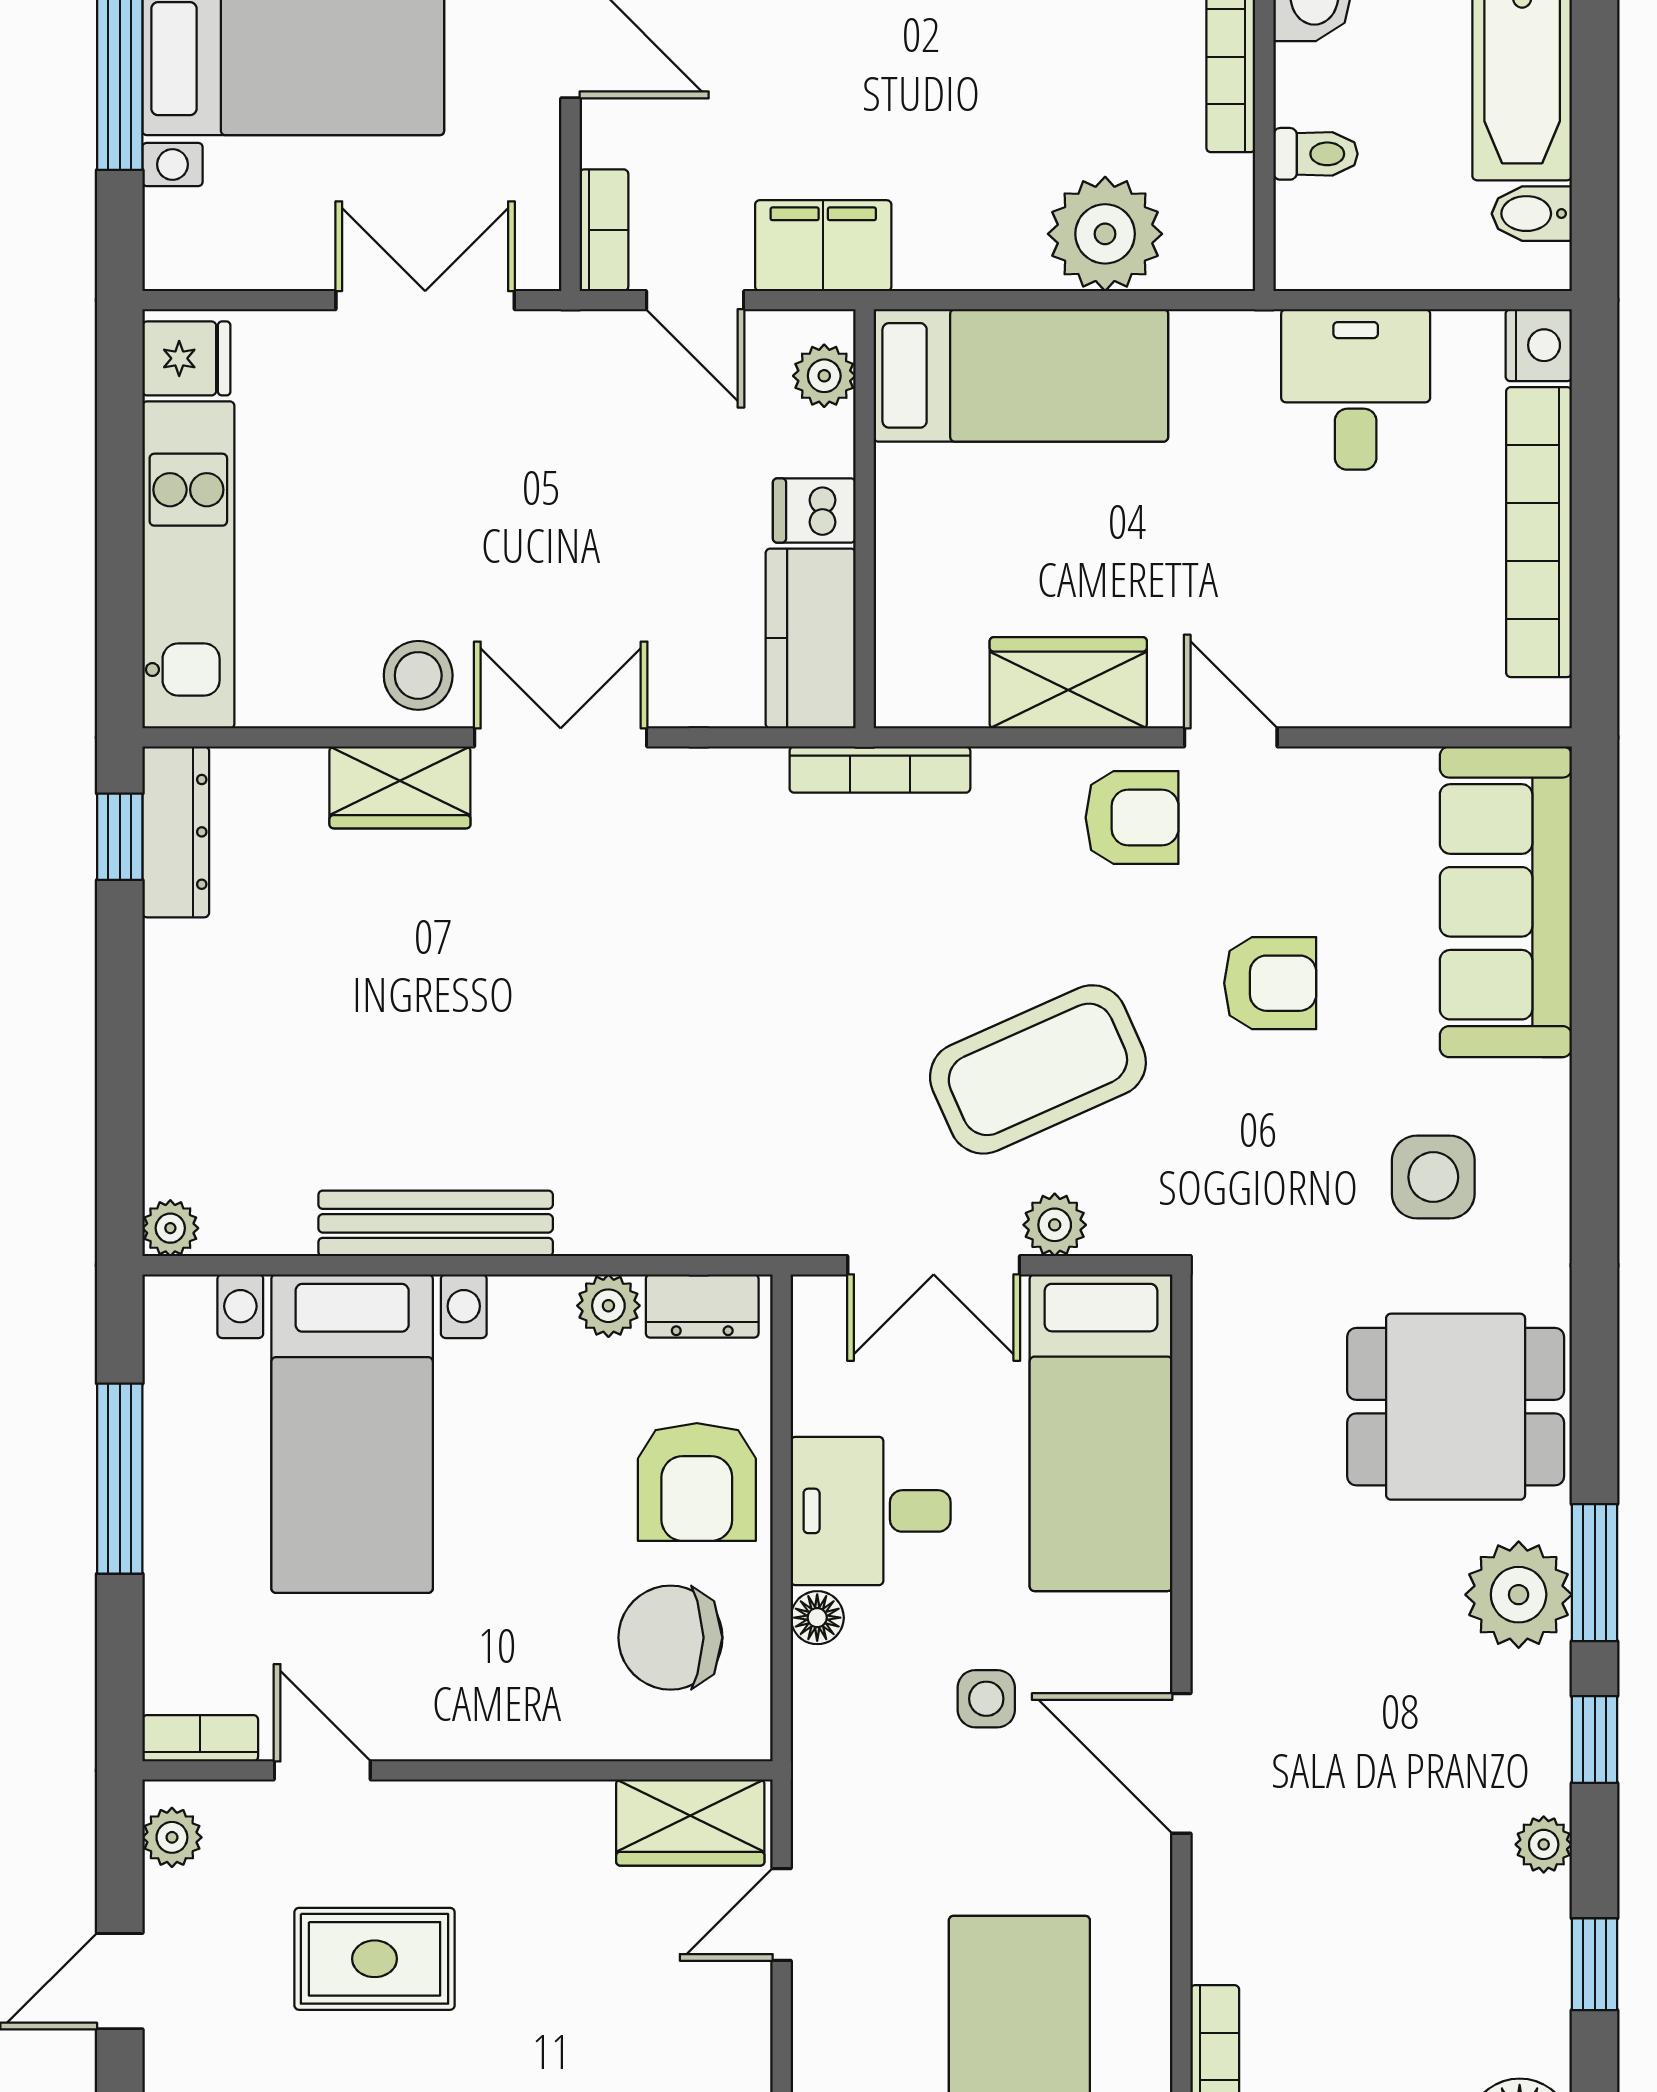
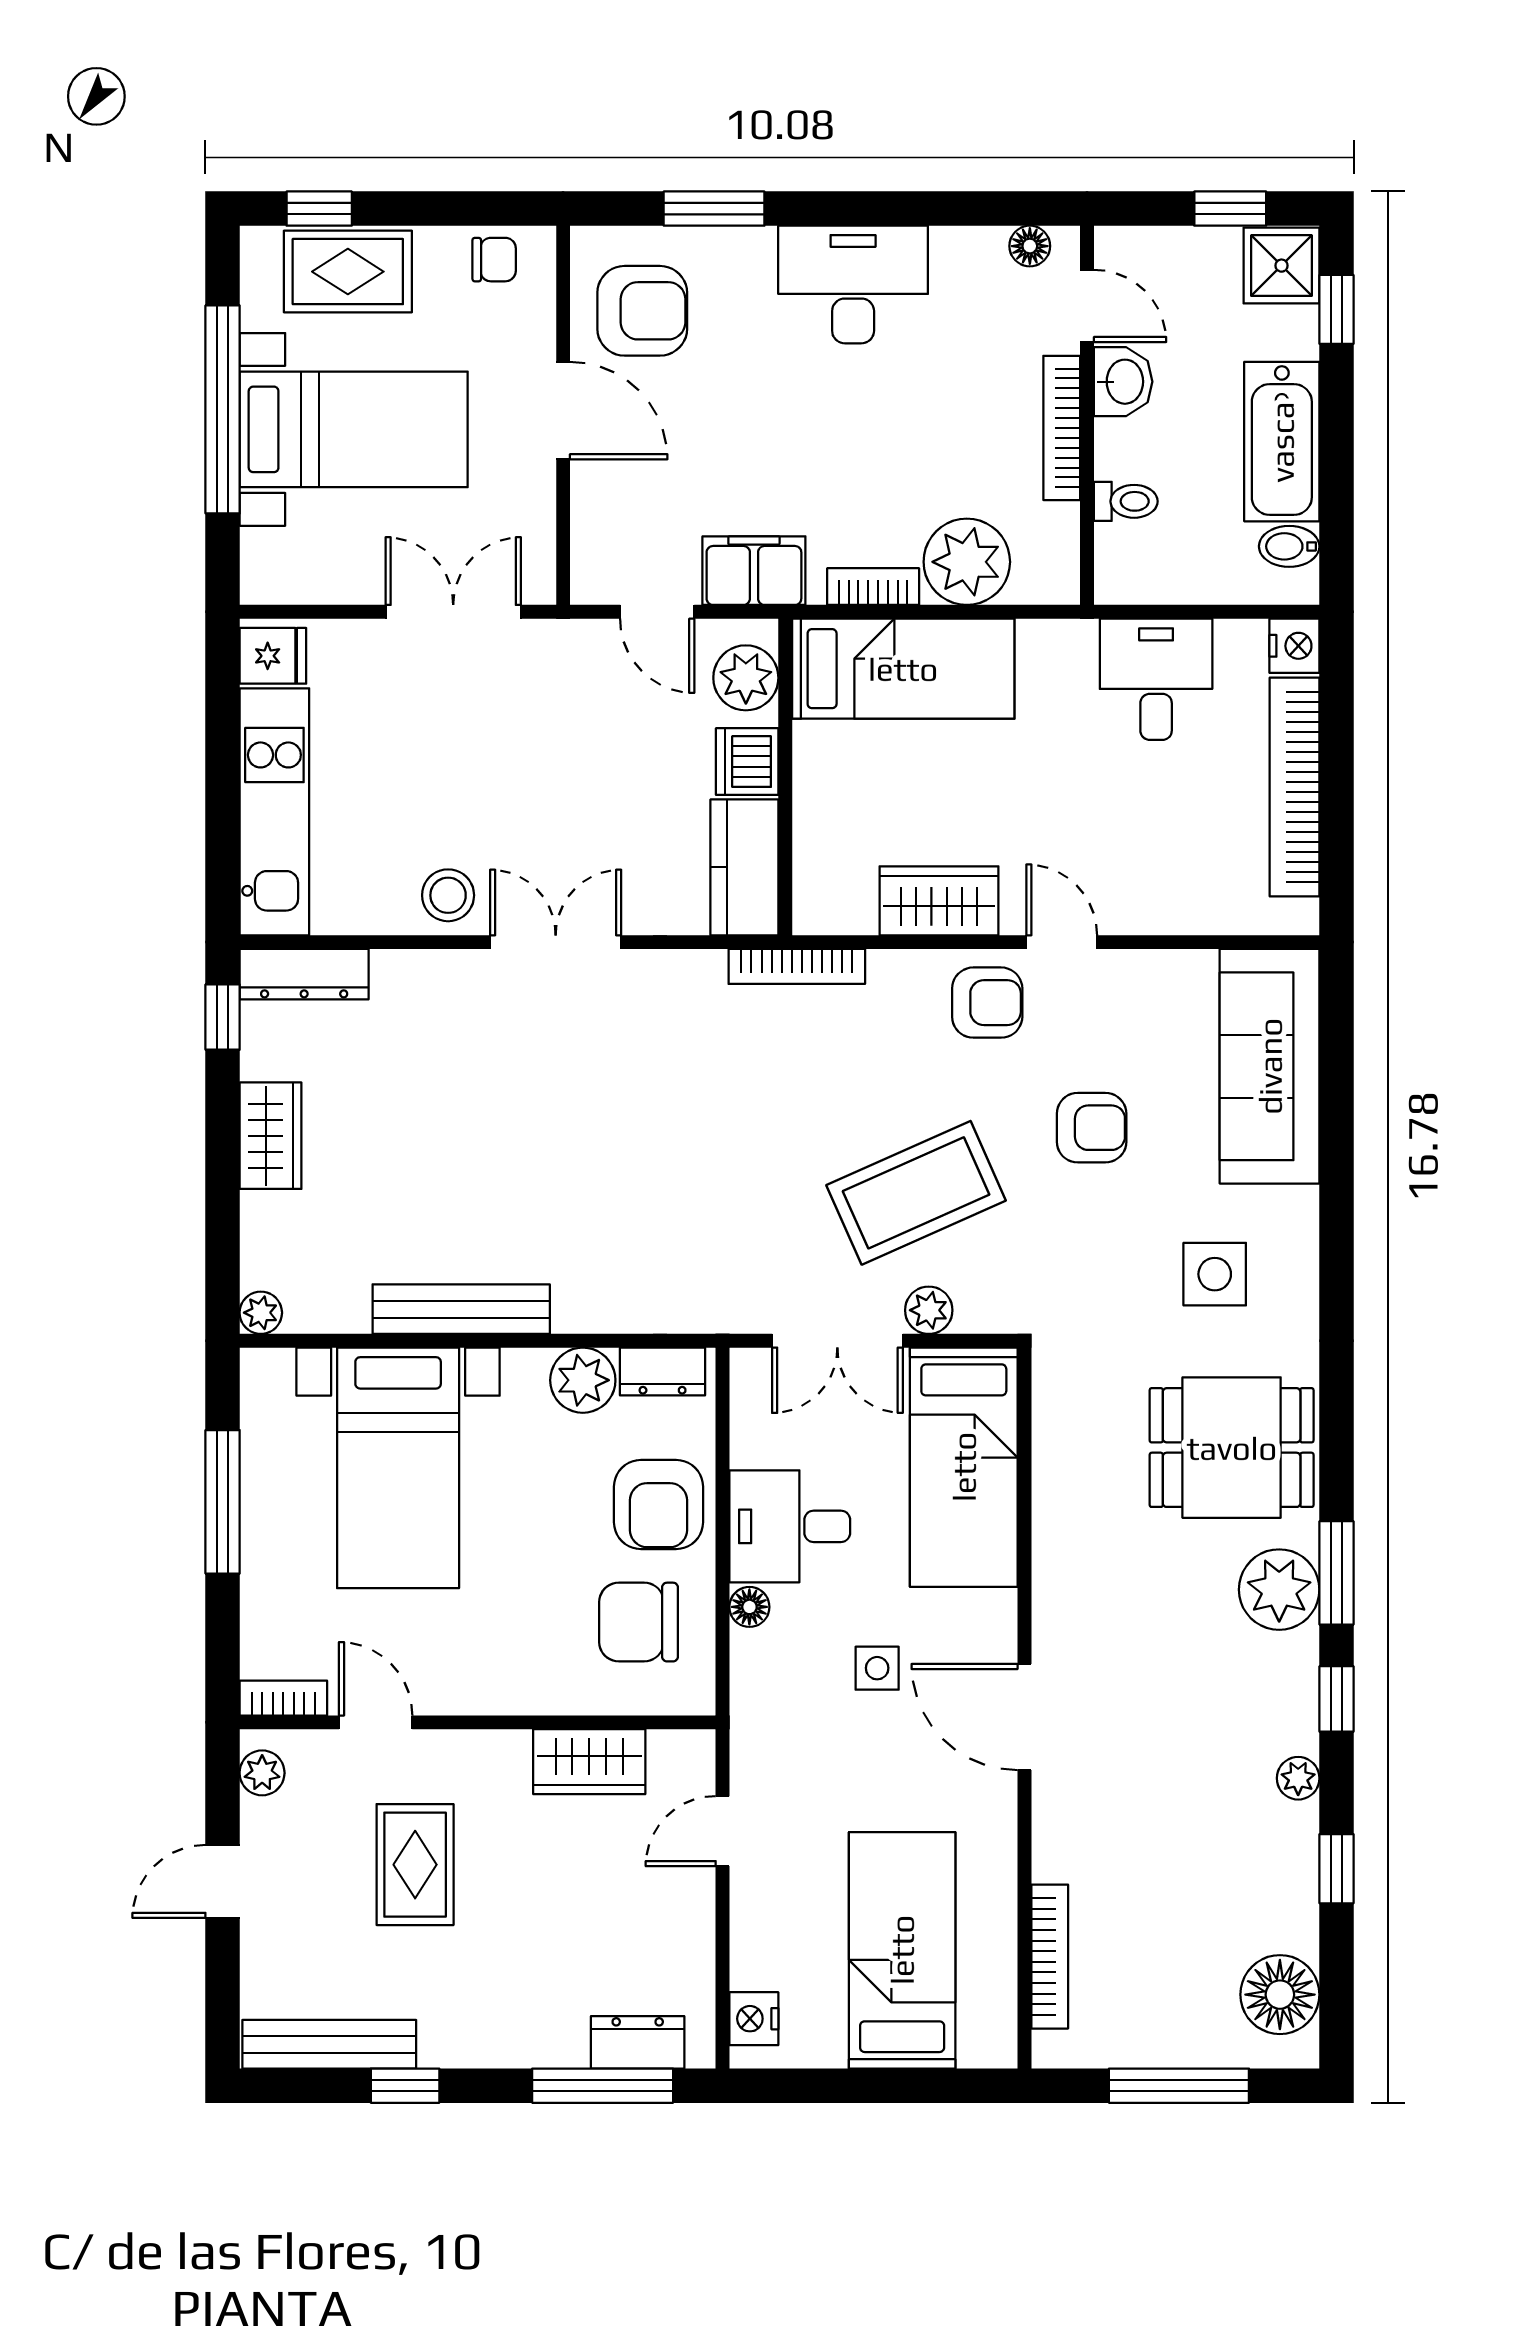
bookcase: (604, 230) -> (873, 587), moved, turned -90
plant: (824, 376) -> (746, 678), width x1.38, depth x1.38
dishwasher: (814, 510) -> (747, 762), width x1.38
wardrobe: (400, 787) -> (271, 1136), moved, turned -90
dresser: (176, 832) -> (304, 974), moved, turned 90
plant: (608, 1306) -> (583, 1380), width x1.38, depth x1.38
wardrobe: (690, 1823) -> (589, 1762), moved
rug: (375, 1959) -> (415, 1865), turned 90

